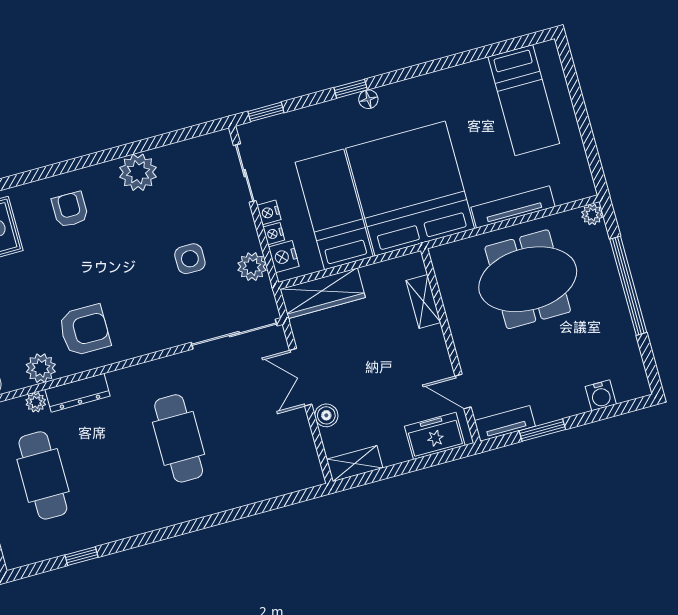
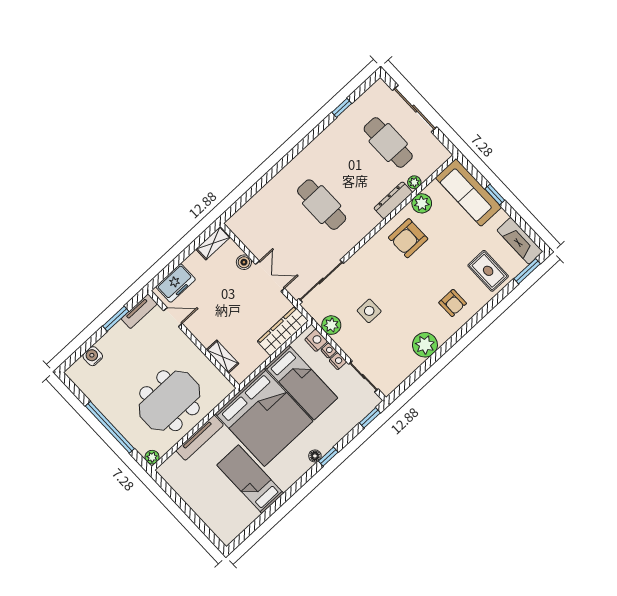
bed: (524, 100) -> (250, 479), moved

